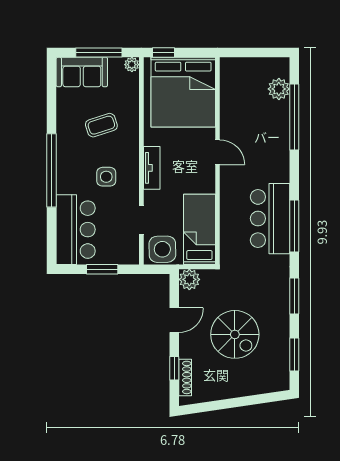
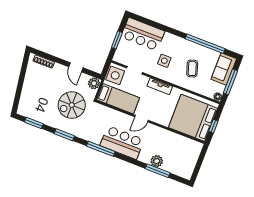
window: (164, 53) -> (213, 126), moved
plant: (279, 89) -> (157, 161), moved
window: (294, 117) -> (158, 171), width x0.68
door: (218, 152) -> (141, 119), moved
window: (52, 170) -> (205, 44), moved
bar counter: (270, 219) -> (122, 143), moved
spiral stairs: (235, 334) -> (72, 105), moved
window: (174, 368) -> (51, 58), removed

